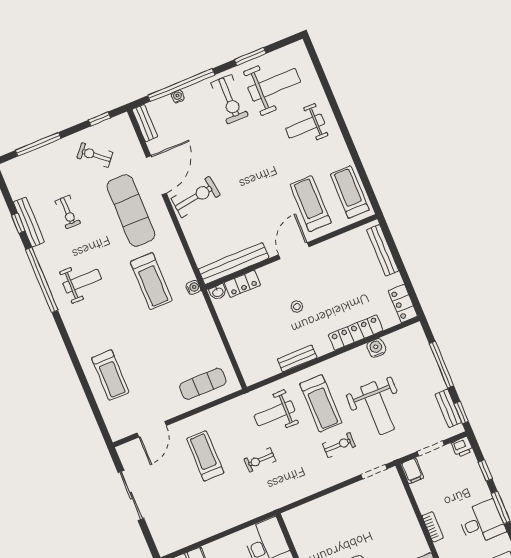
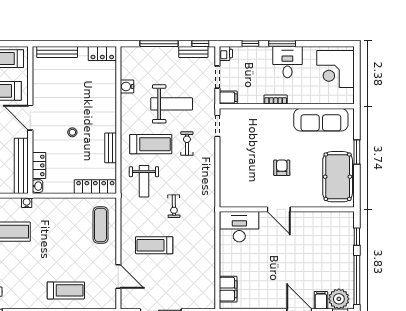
locker: (356, 333) -> (95, 187), moved, turned 90

